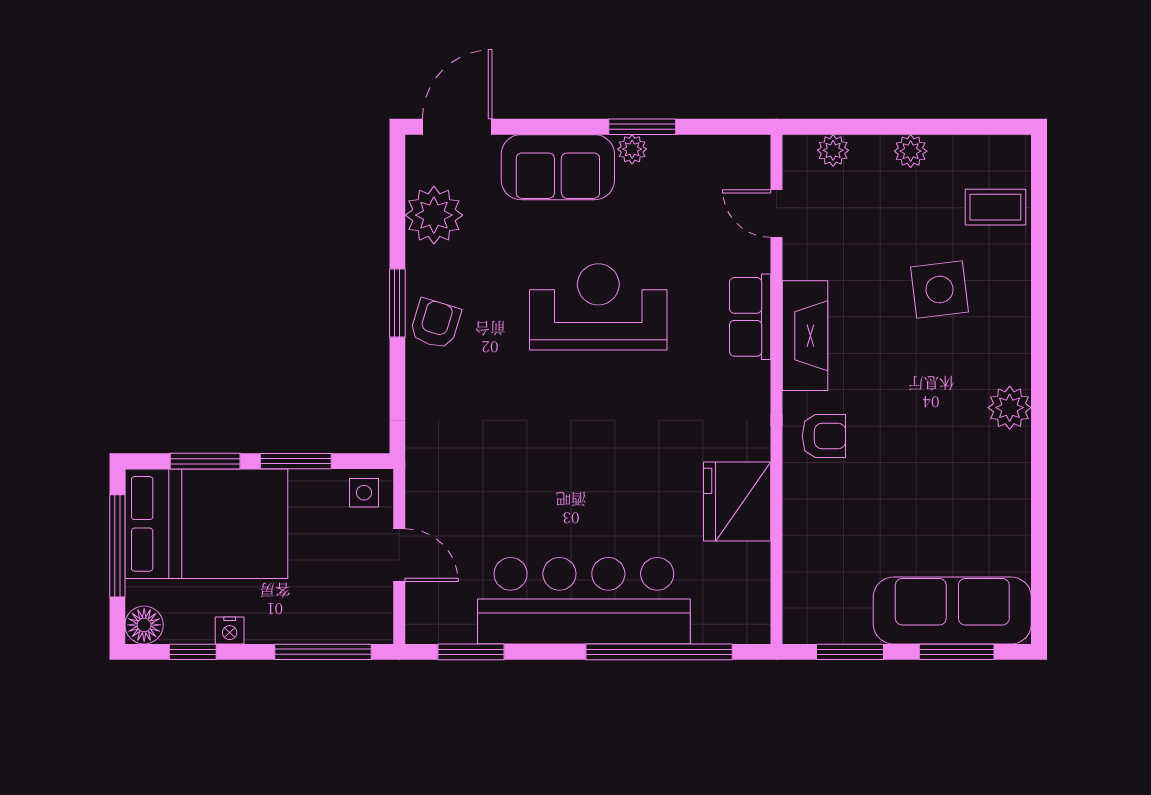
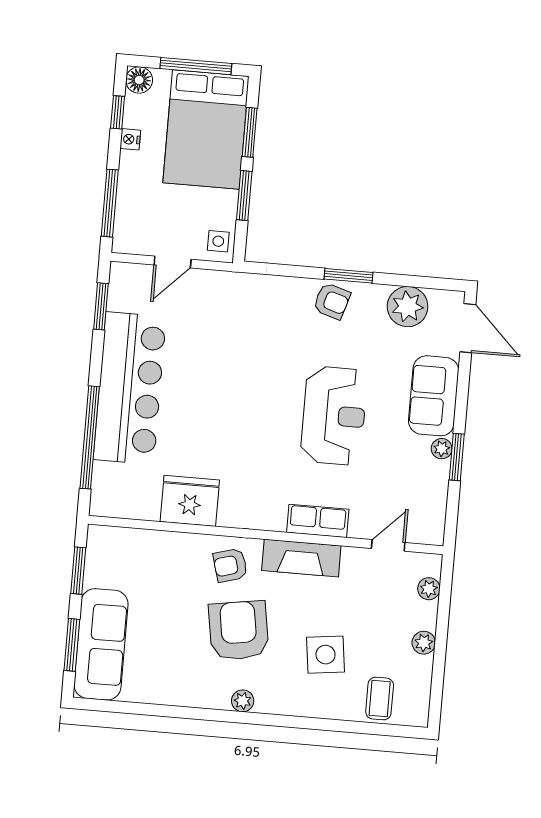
plant: (1010, 408) -> (243, 701), width x0.73, depth x0.73
armchair: (916, 416) -> (239, 630), added
armchair: (824, 436) -> (230, 565), turned 74

